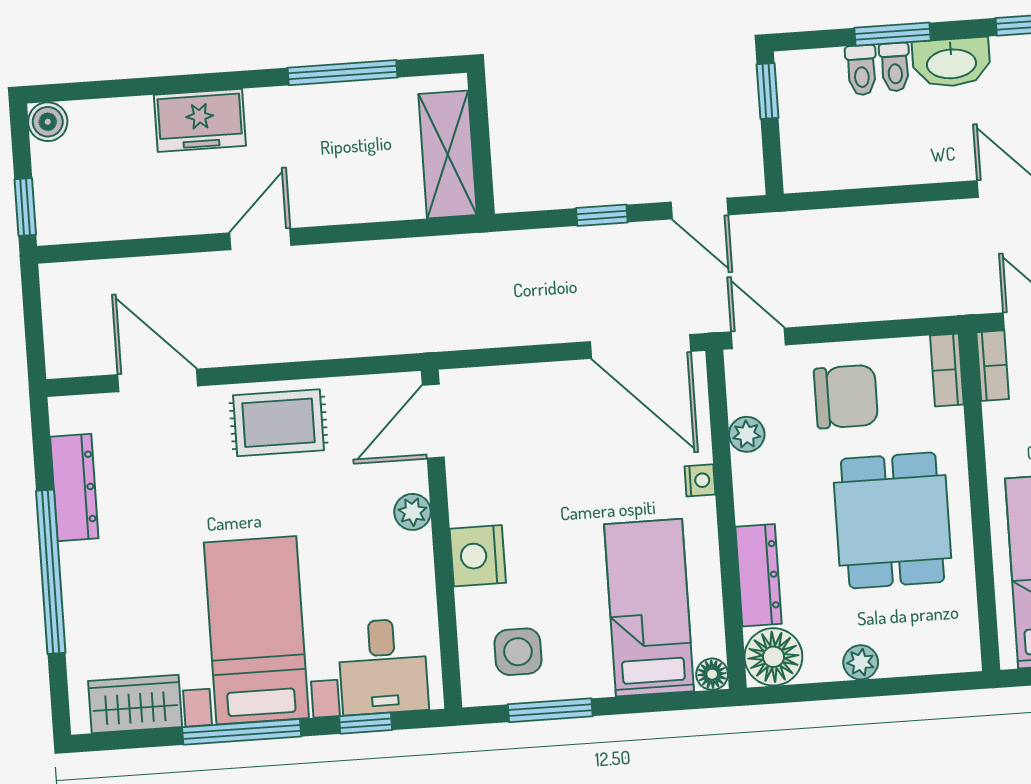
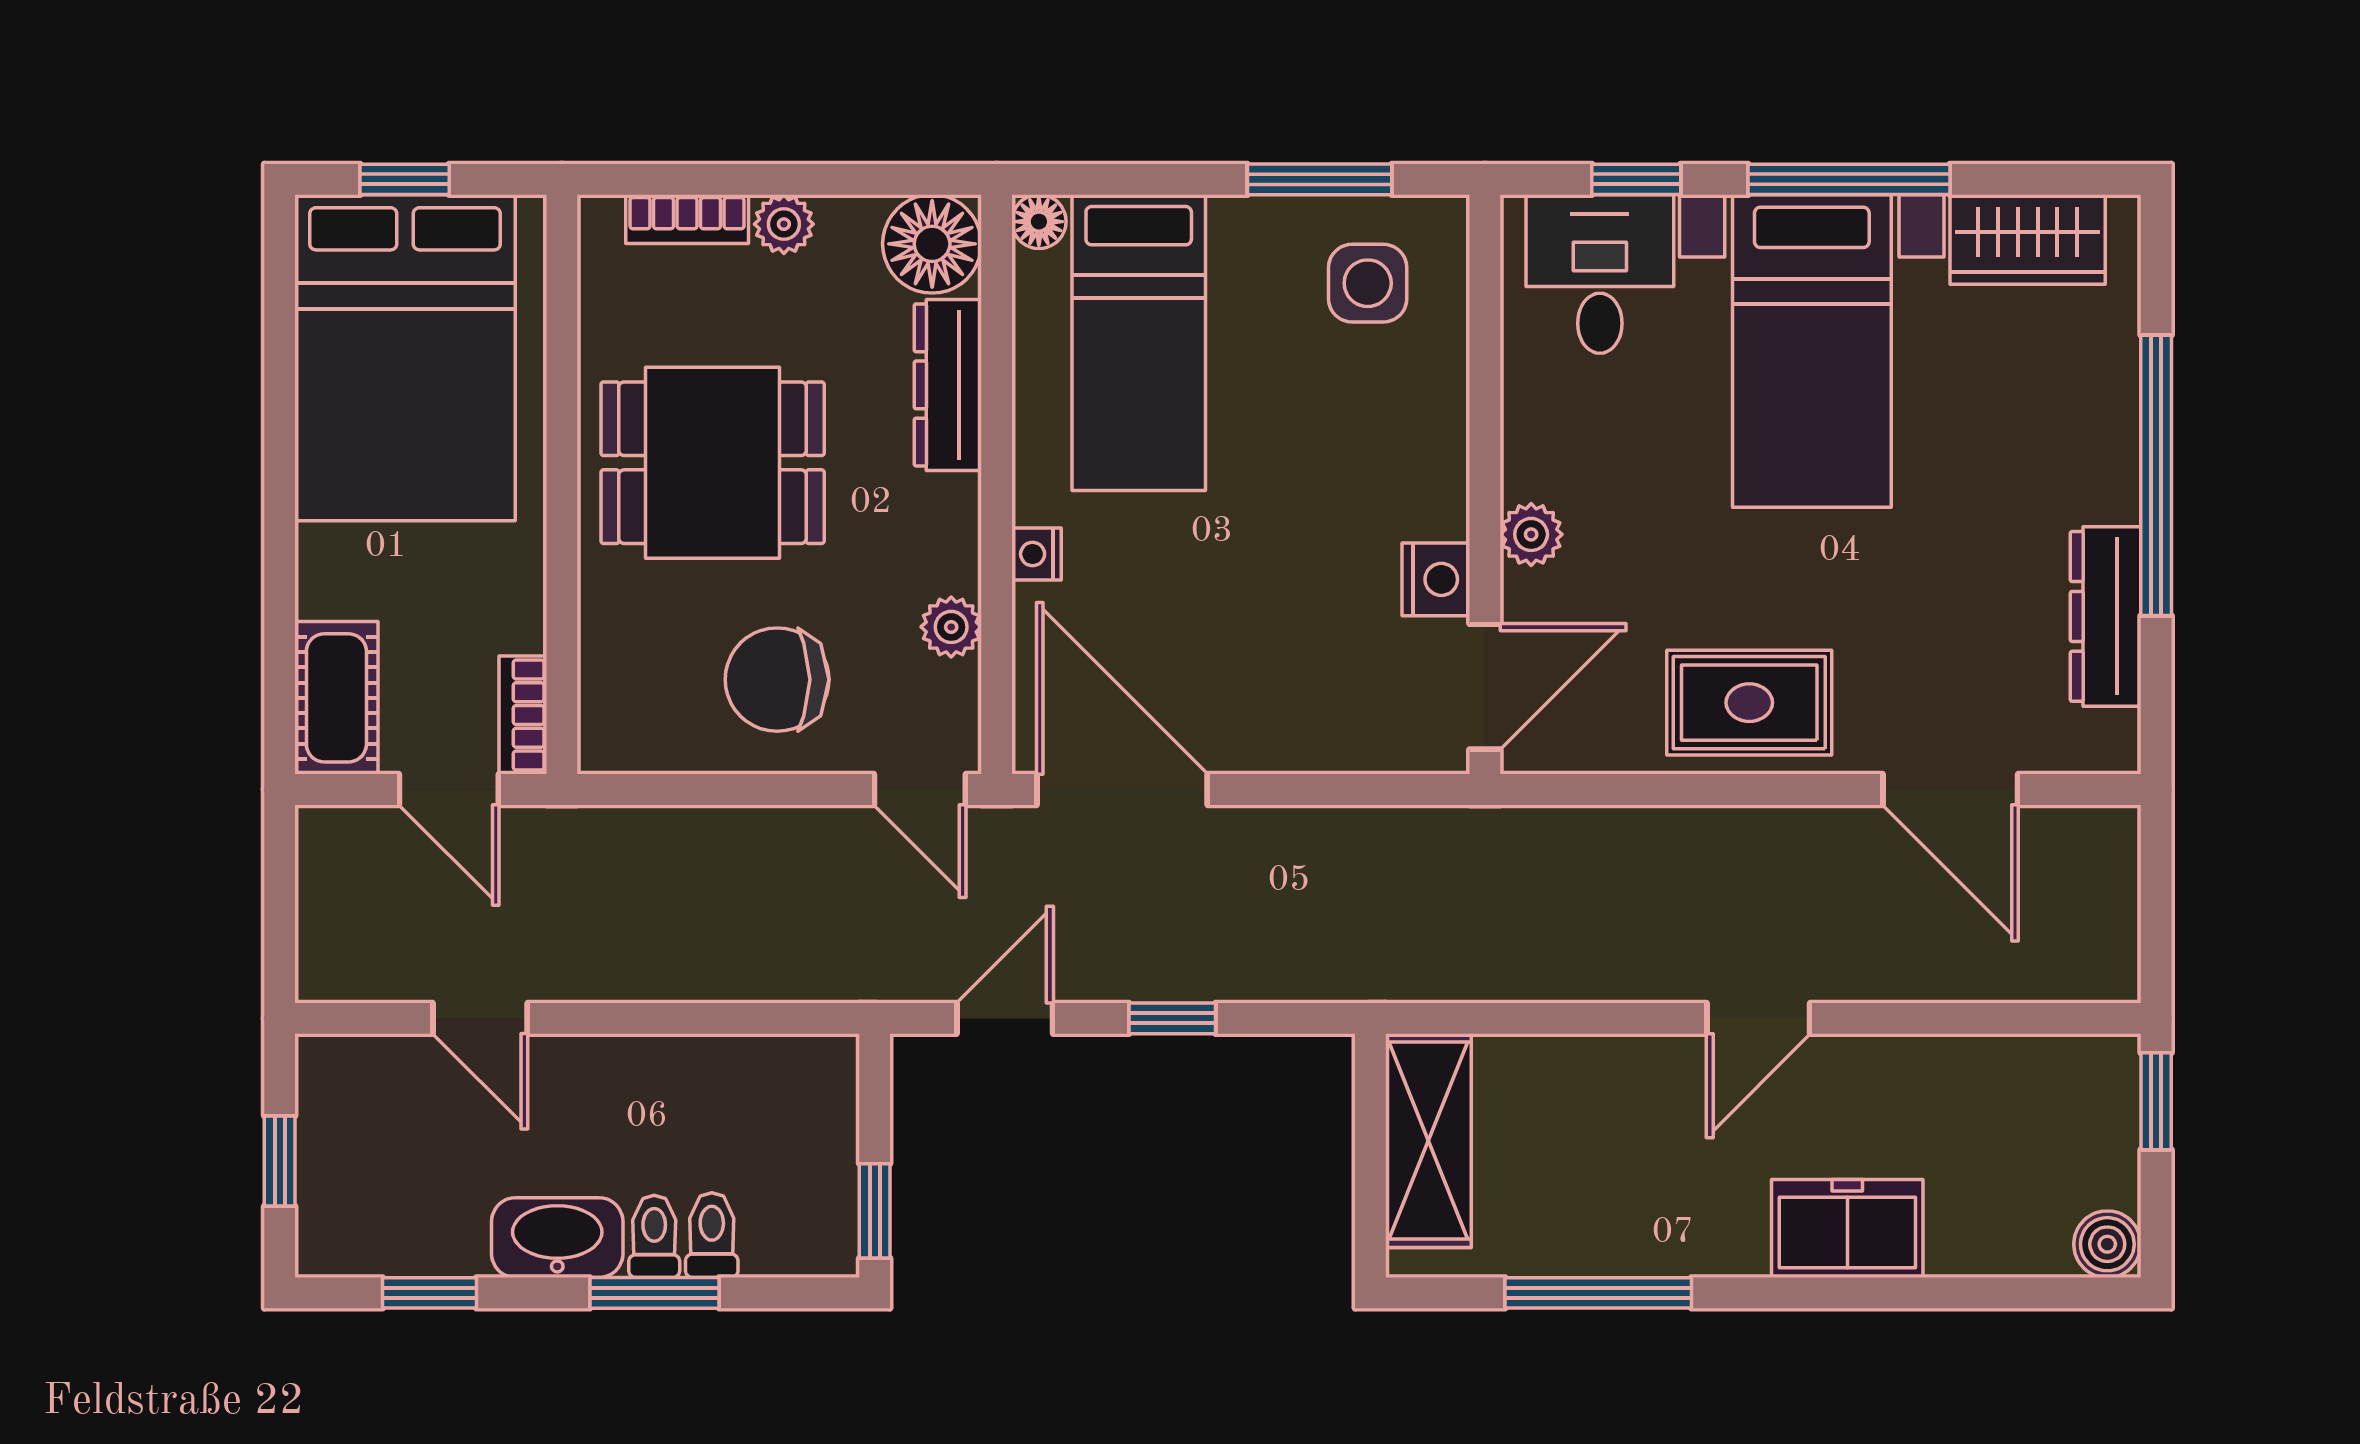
door: (699, 208) -> (1005, 1018), hinge flipped
bookcase: (947, 370) -> (687, 219), moved, turned 90
dining table: (892, 520) -> (713, 463), turned 90
nightstand: (478, 556) -> (1436, 579), moved, width x0.74, depth x0.75

